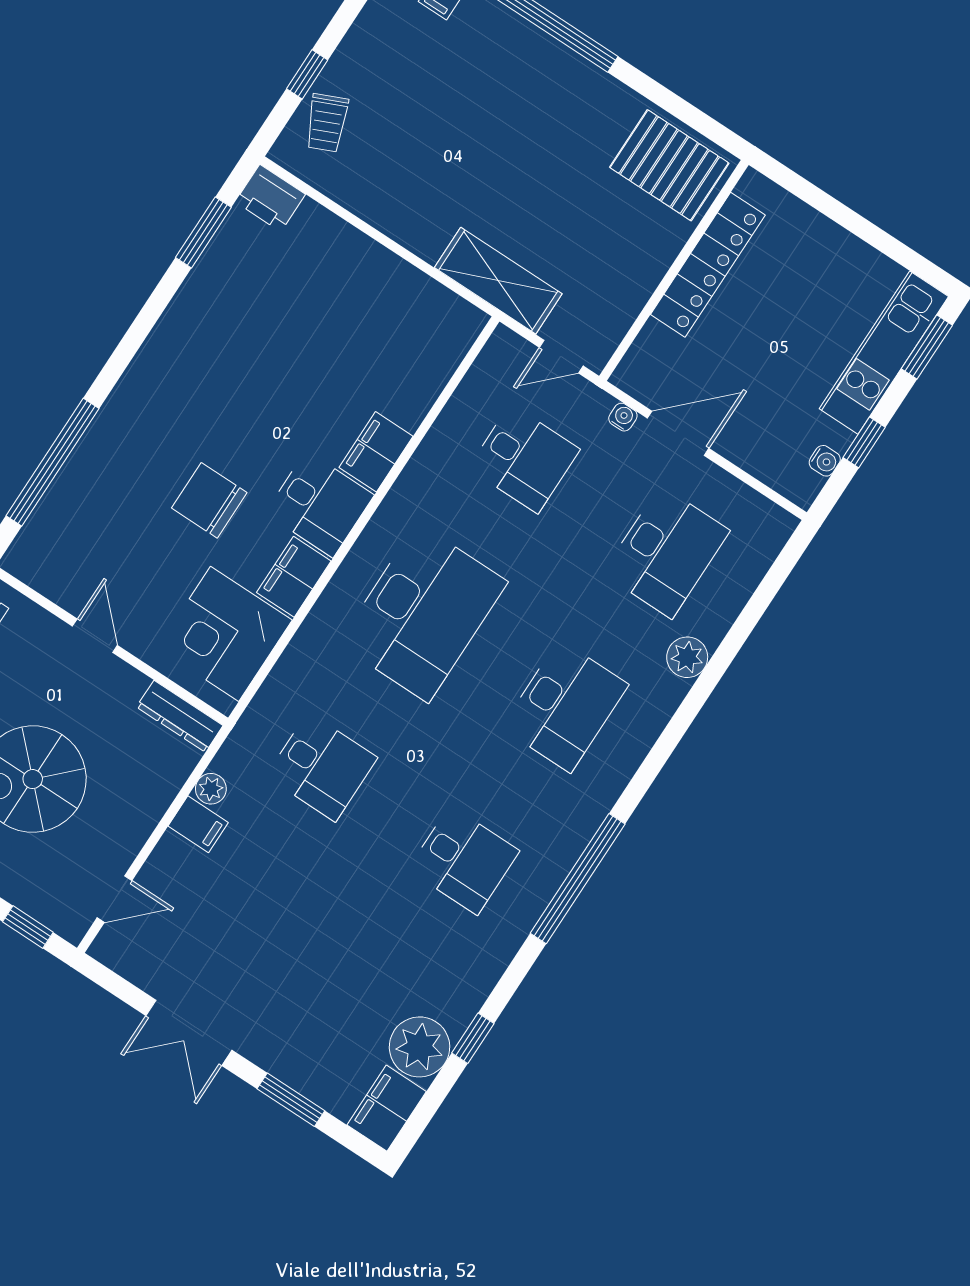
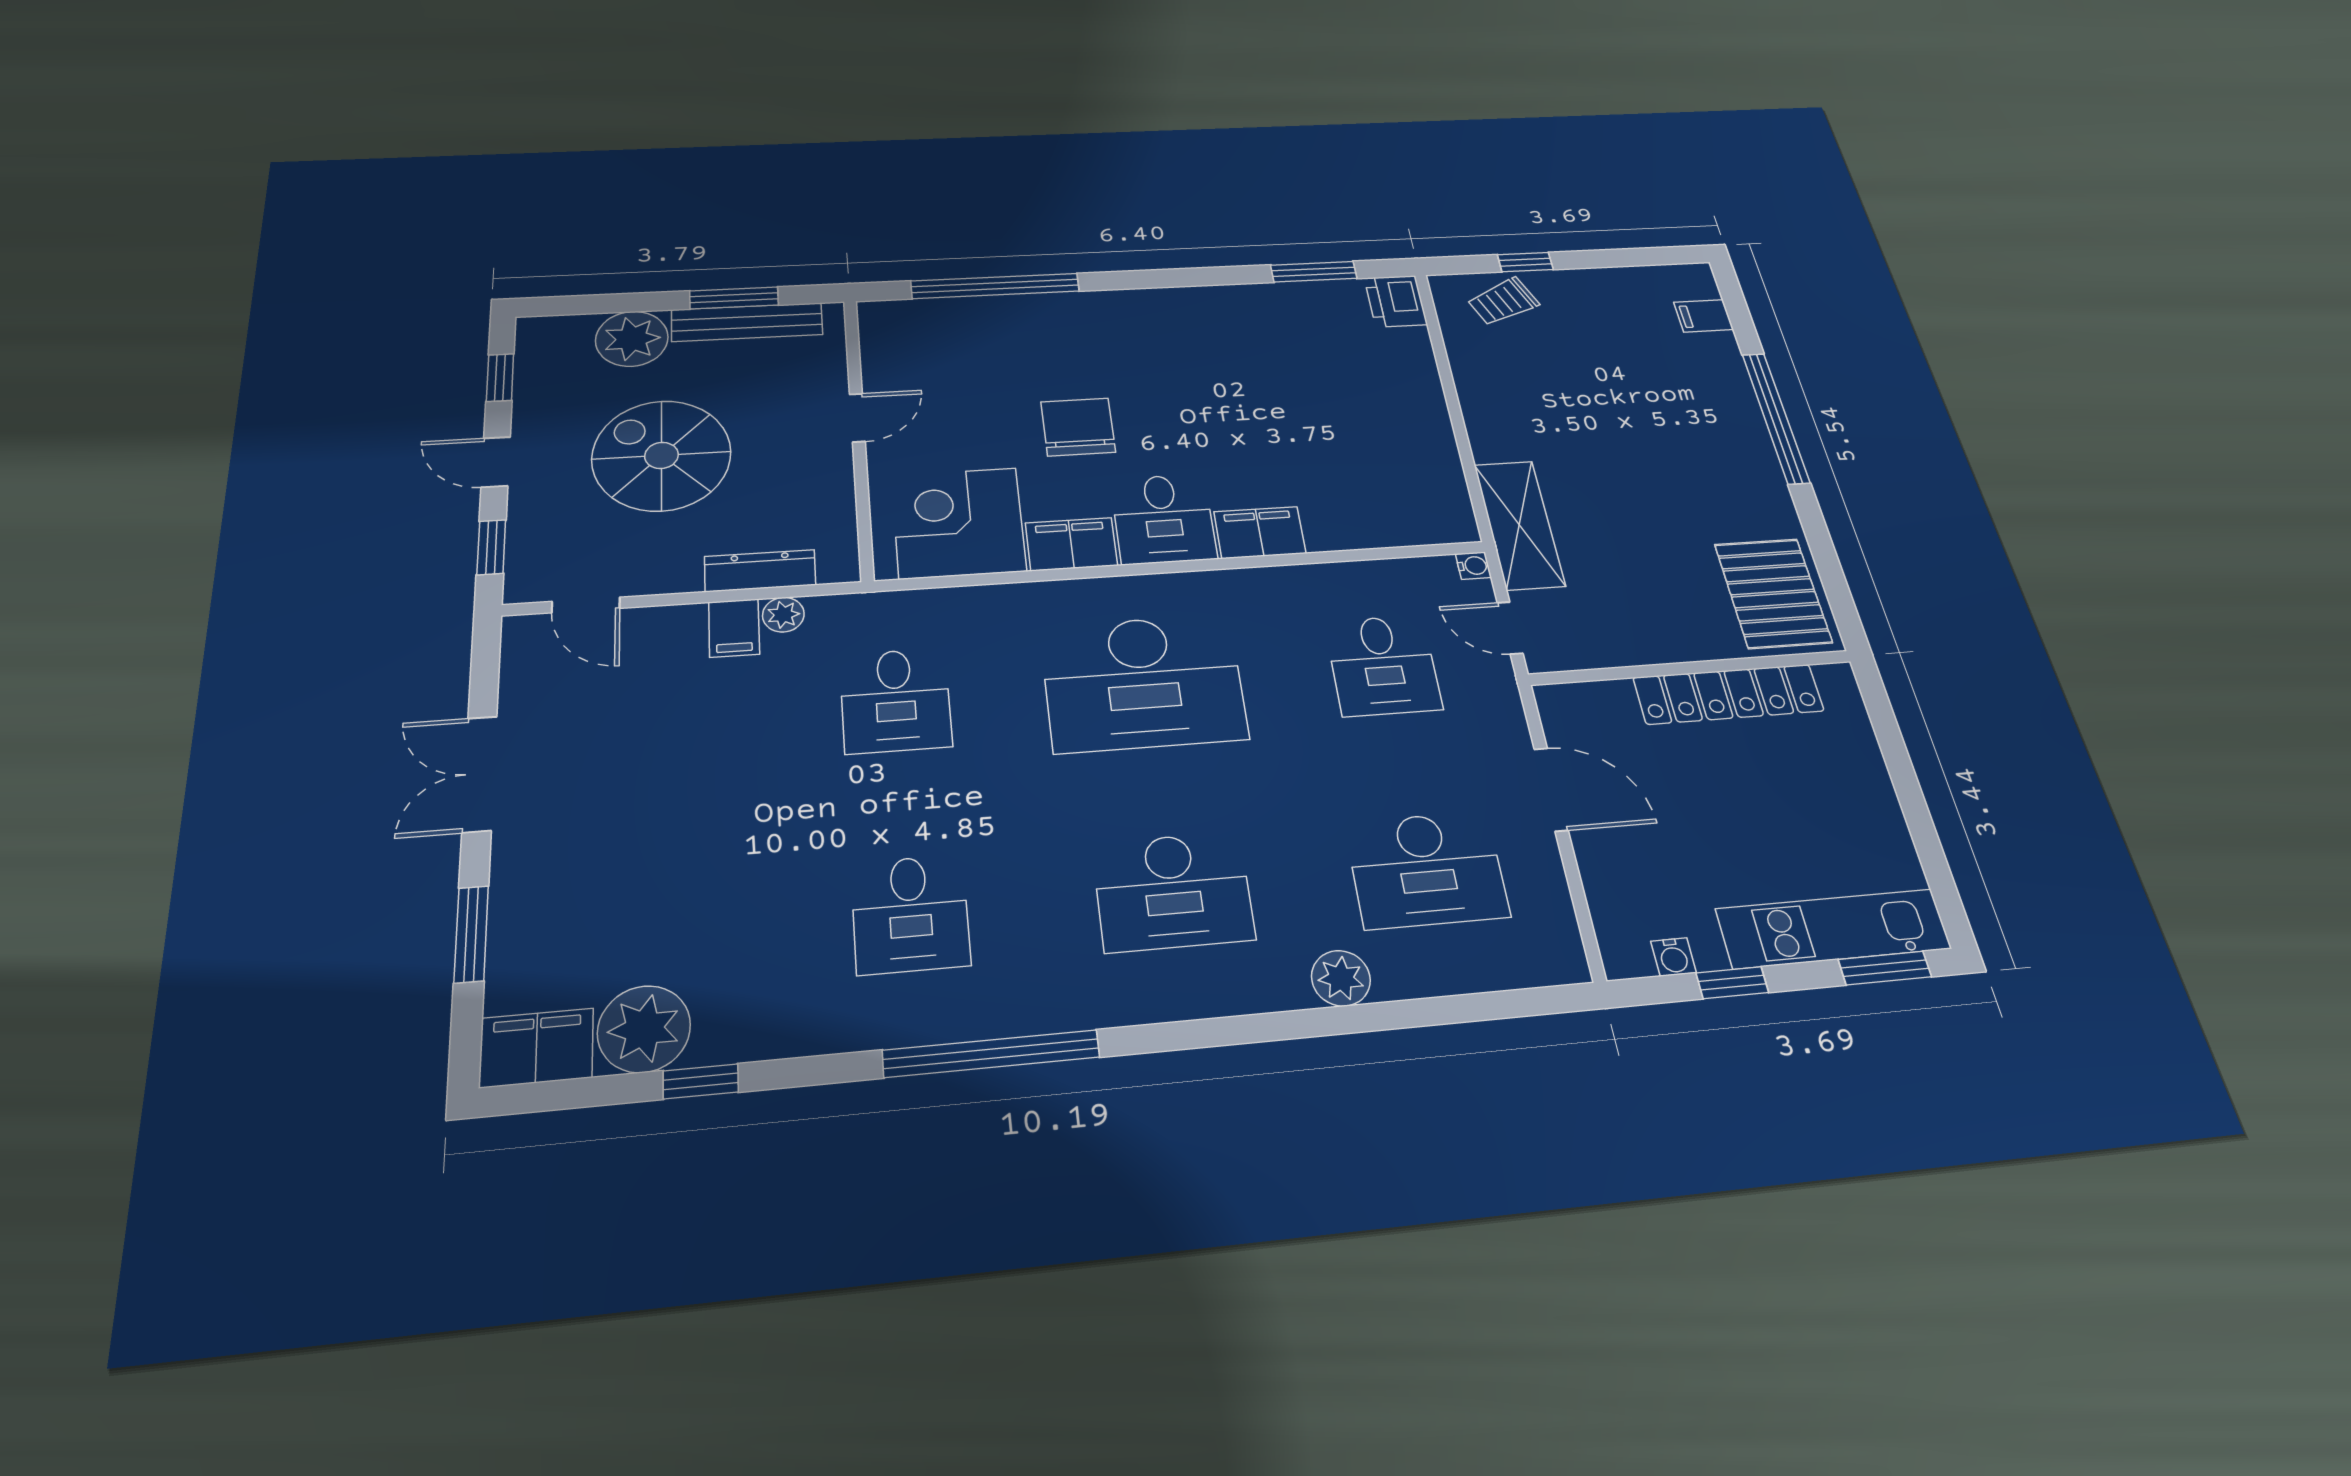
water cooler: (623, 417) -> (1473, 566), moved
dresser: (180, 716) -> (760, 571), moved, turned 90

